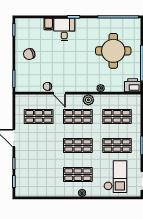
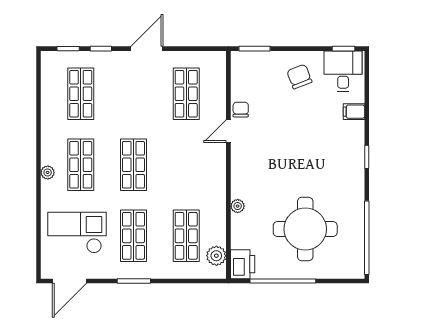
desk: (64, 29) -> (343, 71), moved, turned -90
plant: (88, 100) -> (216, 256), moved
shop shelf: (78, 116) -> (81, 94), moved
checkout: (115, 177) -> (77, 233), turned 180

